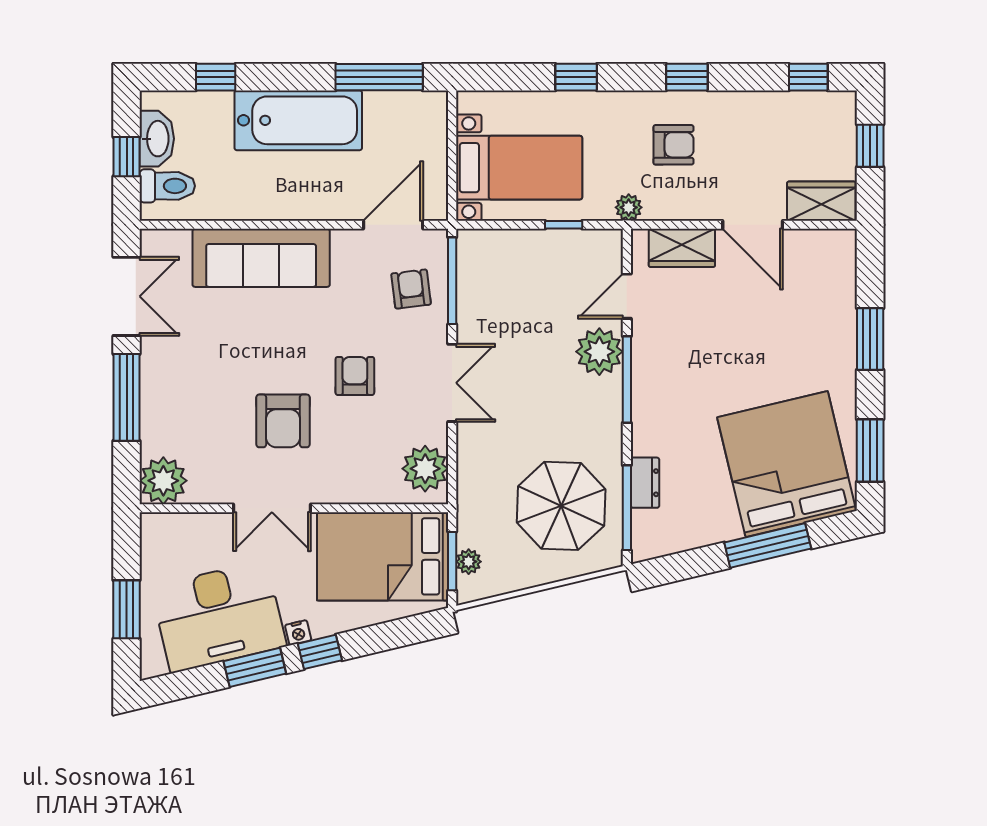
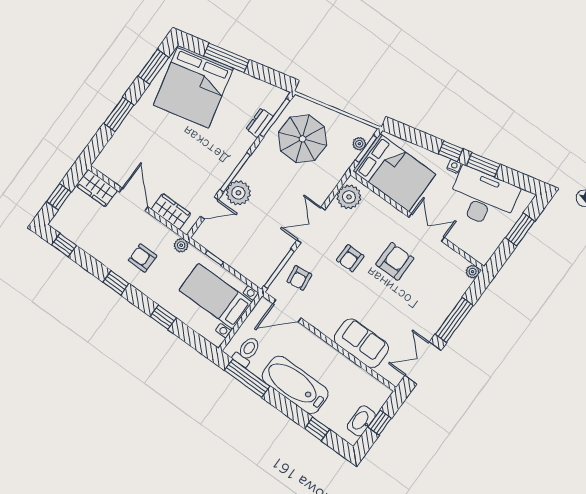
toilet: (167, 186) -> (247, 351), moved, turned 90
sofa: (261, 258) -> (361, 343), width x0.73
plant: (163, 481) -> (473, 272), width x0.53, depth x0.53

